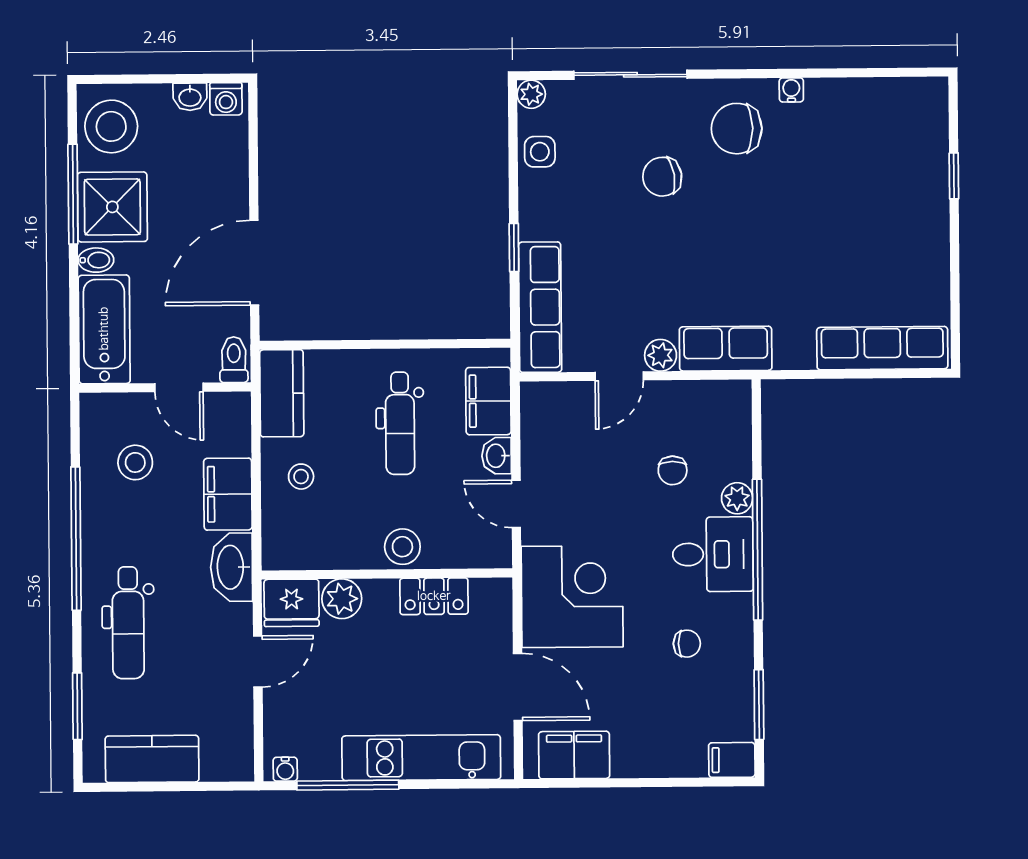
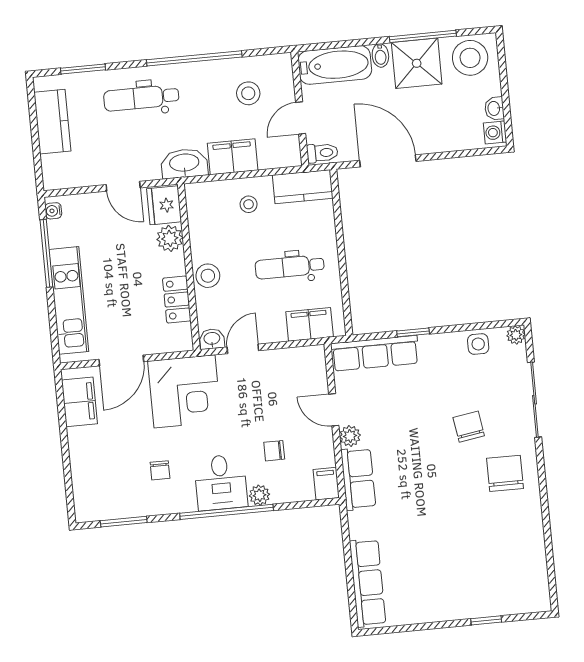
water cooler: (791, 90) -> (534, 507), removed
washbasin: (497, 456) -> (212, 339), moved
filing cabinet: (732, 760) -> (326, 484), moved

